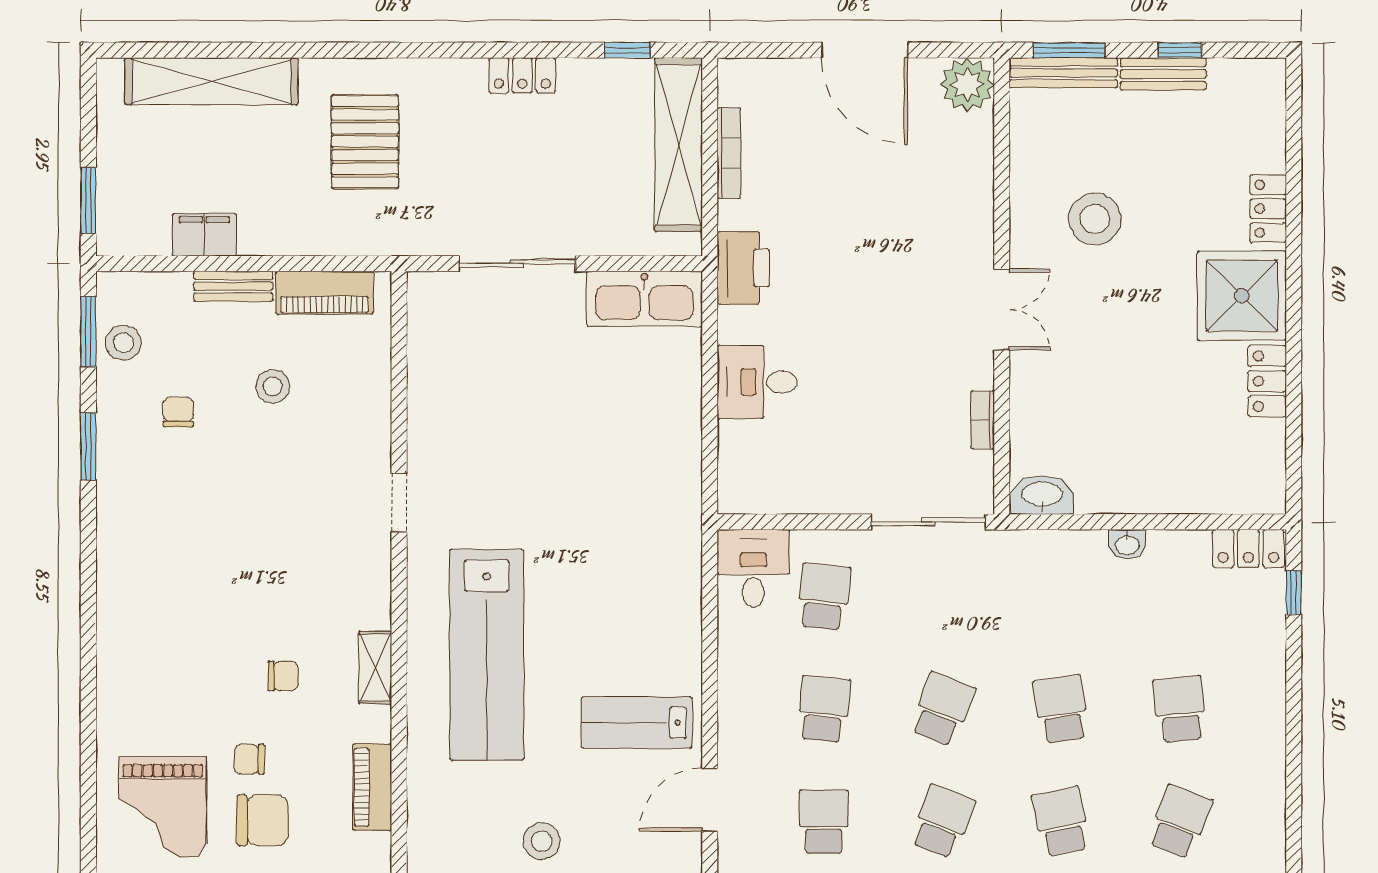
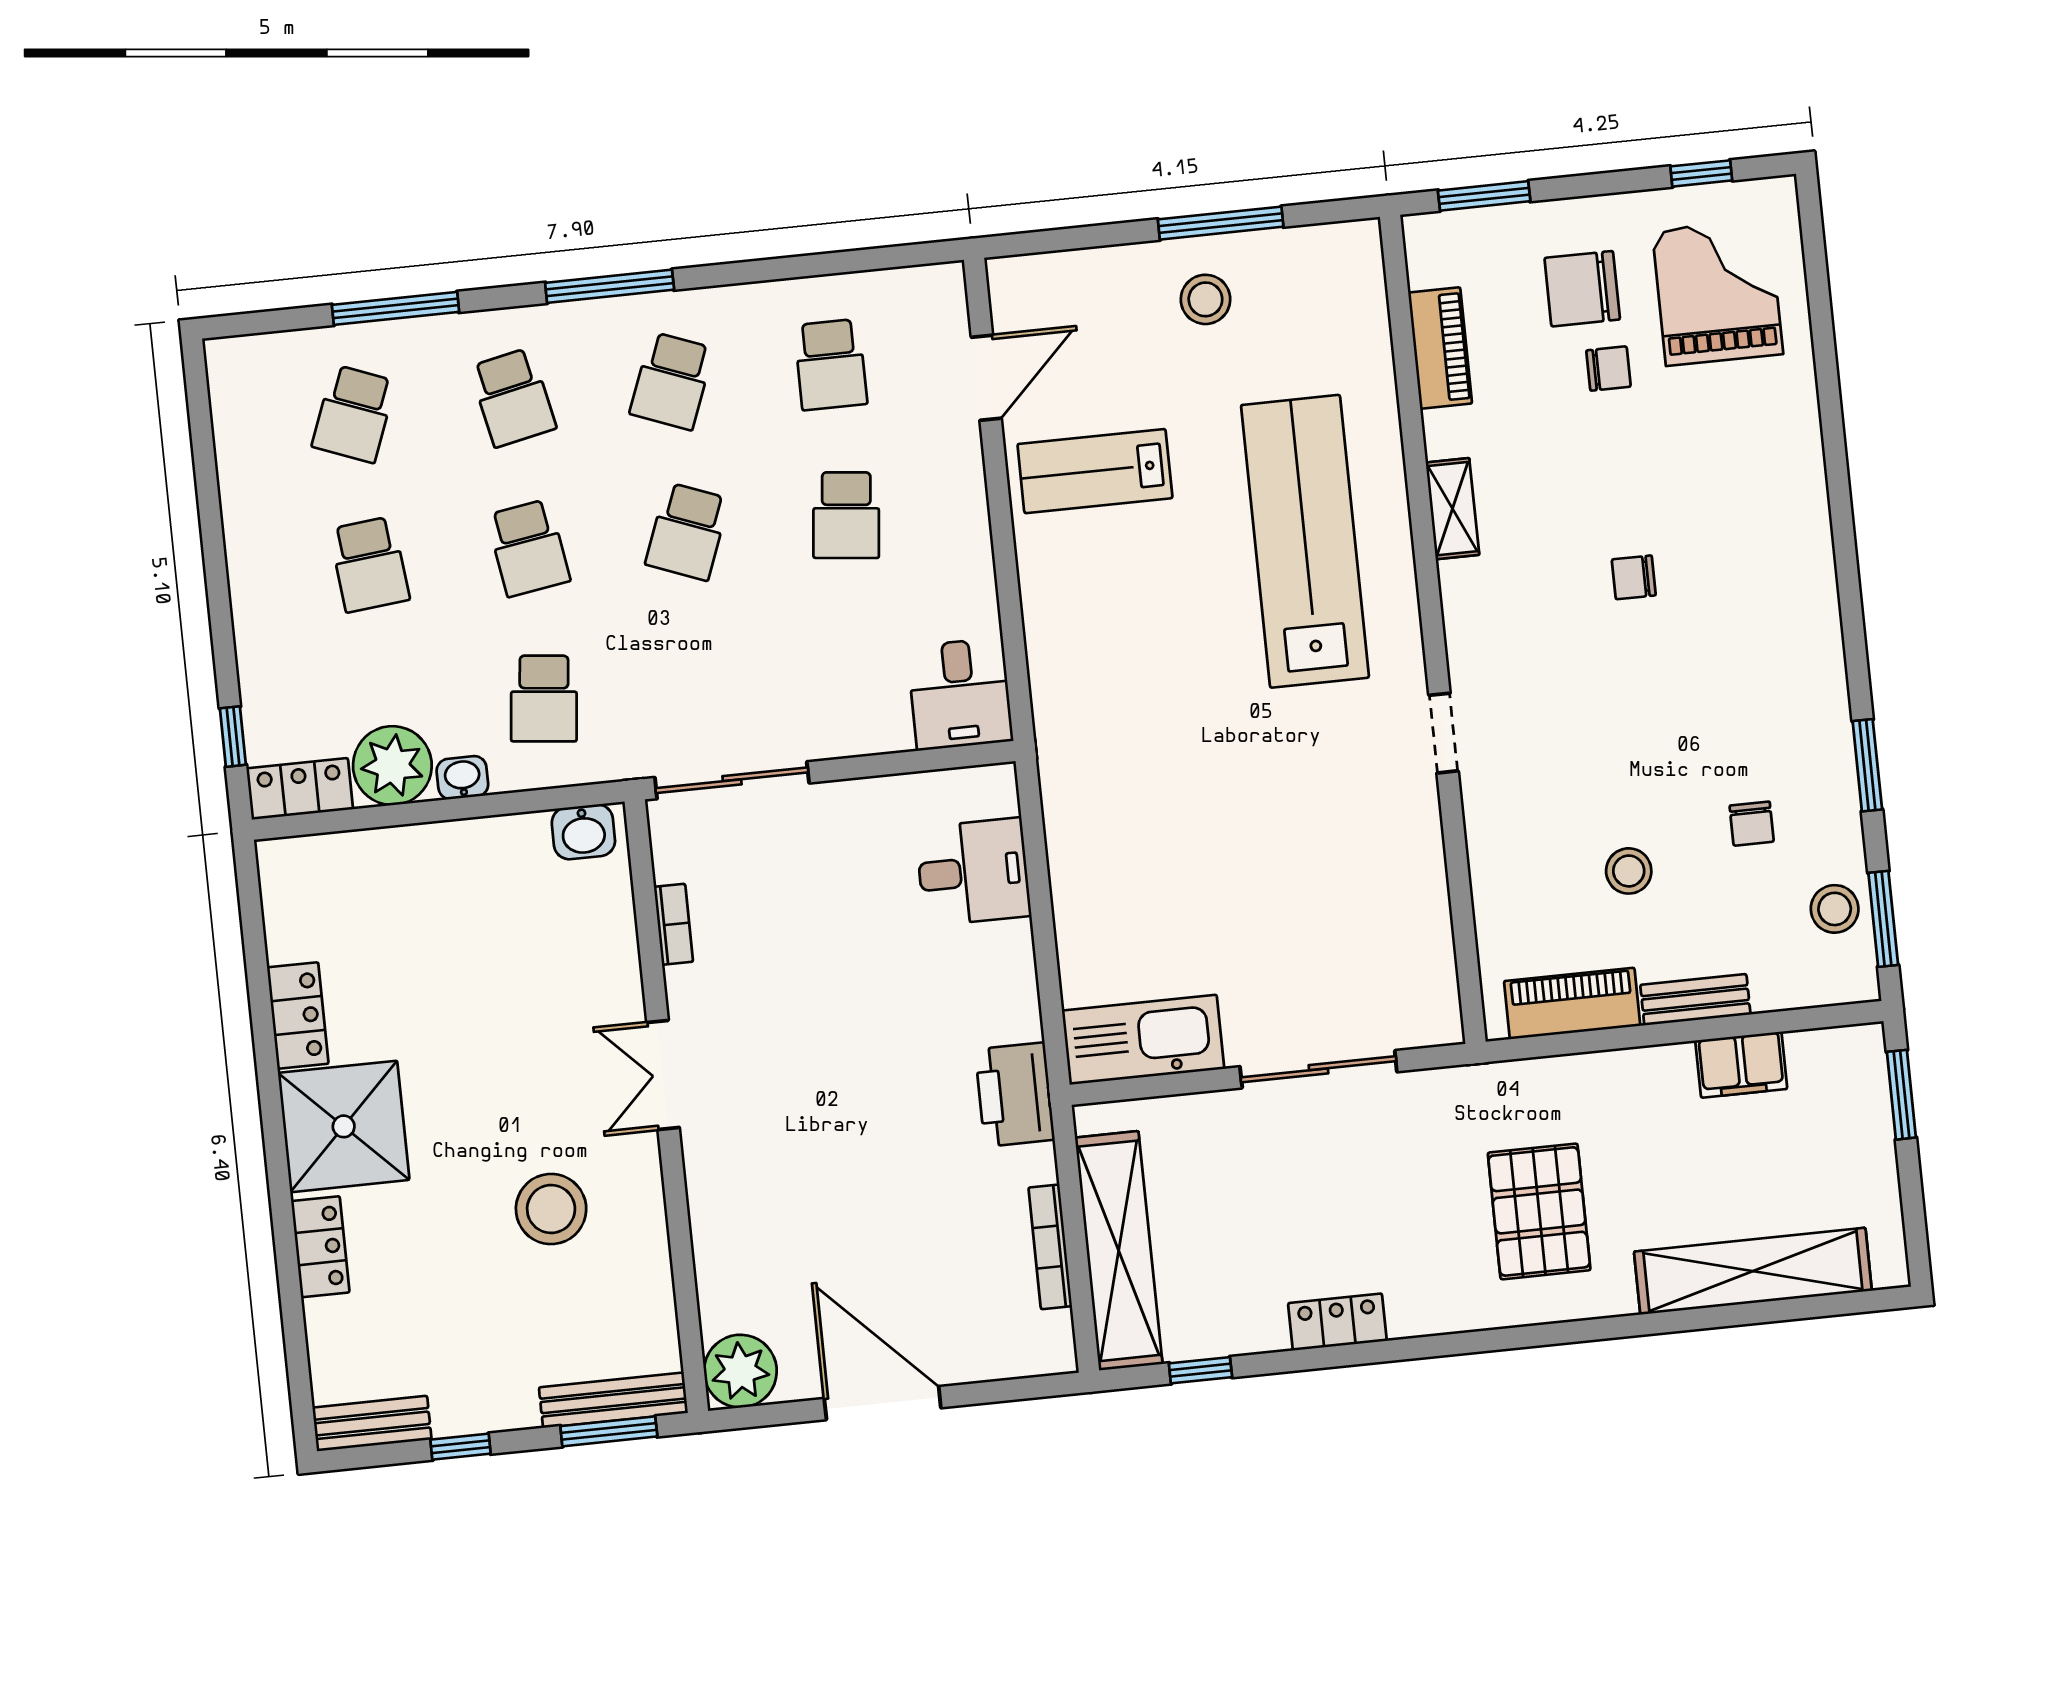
bench: (1163, 74) -> (372, 1424), moved
desk: (757, 382) -> (973, 872), moved
washbasin: (1042, 495) -> (583, 832), width x0.72
plant: (1178, 559) -> (392, 766), added
school desk: (824, 597) -> (544, 699), moved
chair: (283, 676) -> (1634, 577), moved
lab bench: (637, 723) -> (1095, 471), turned 180

